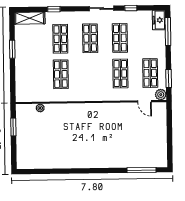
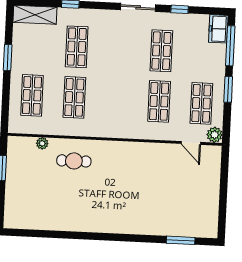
shop shelf: (90, 38) -> (32, 95), moved
window: (169, 79) -> (228, 89), moved
cafe table: (63, 119) -> (74, 161), added
window: (141, 170) -> (181, 240), width x0.69

